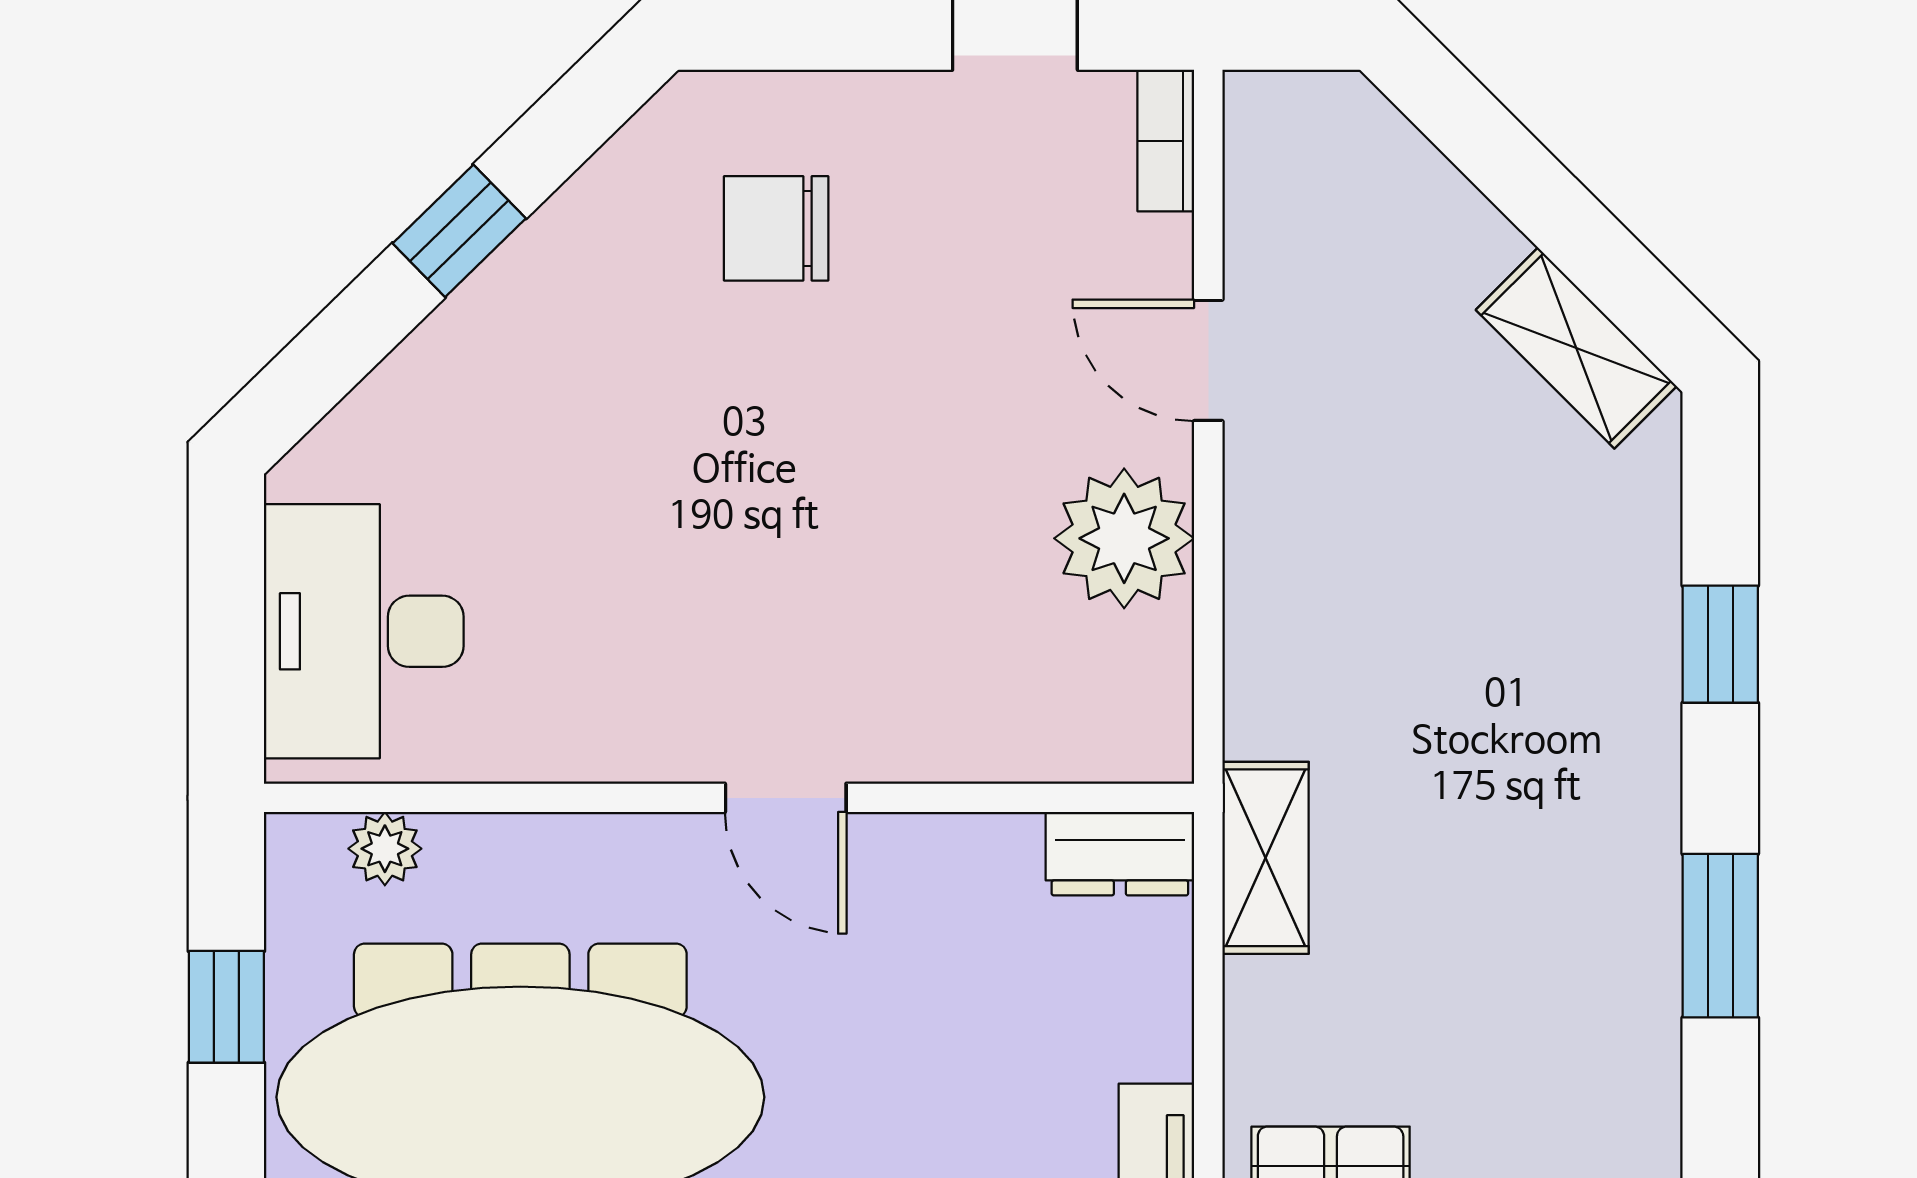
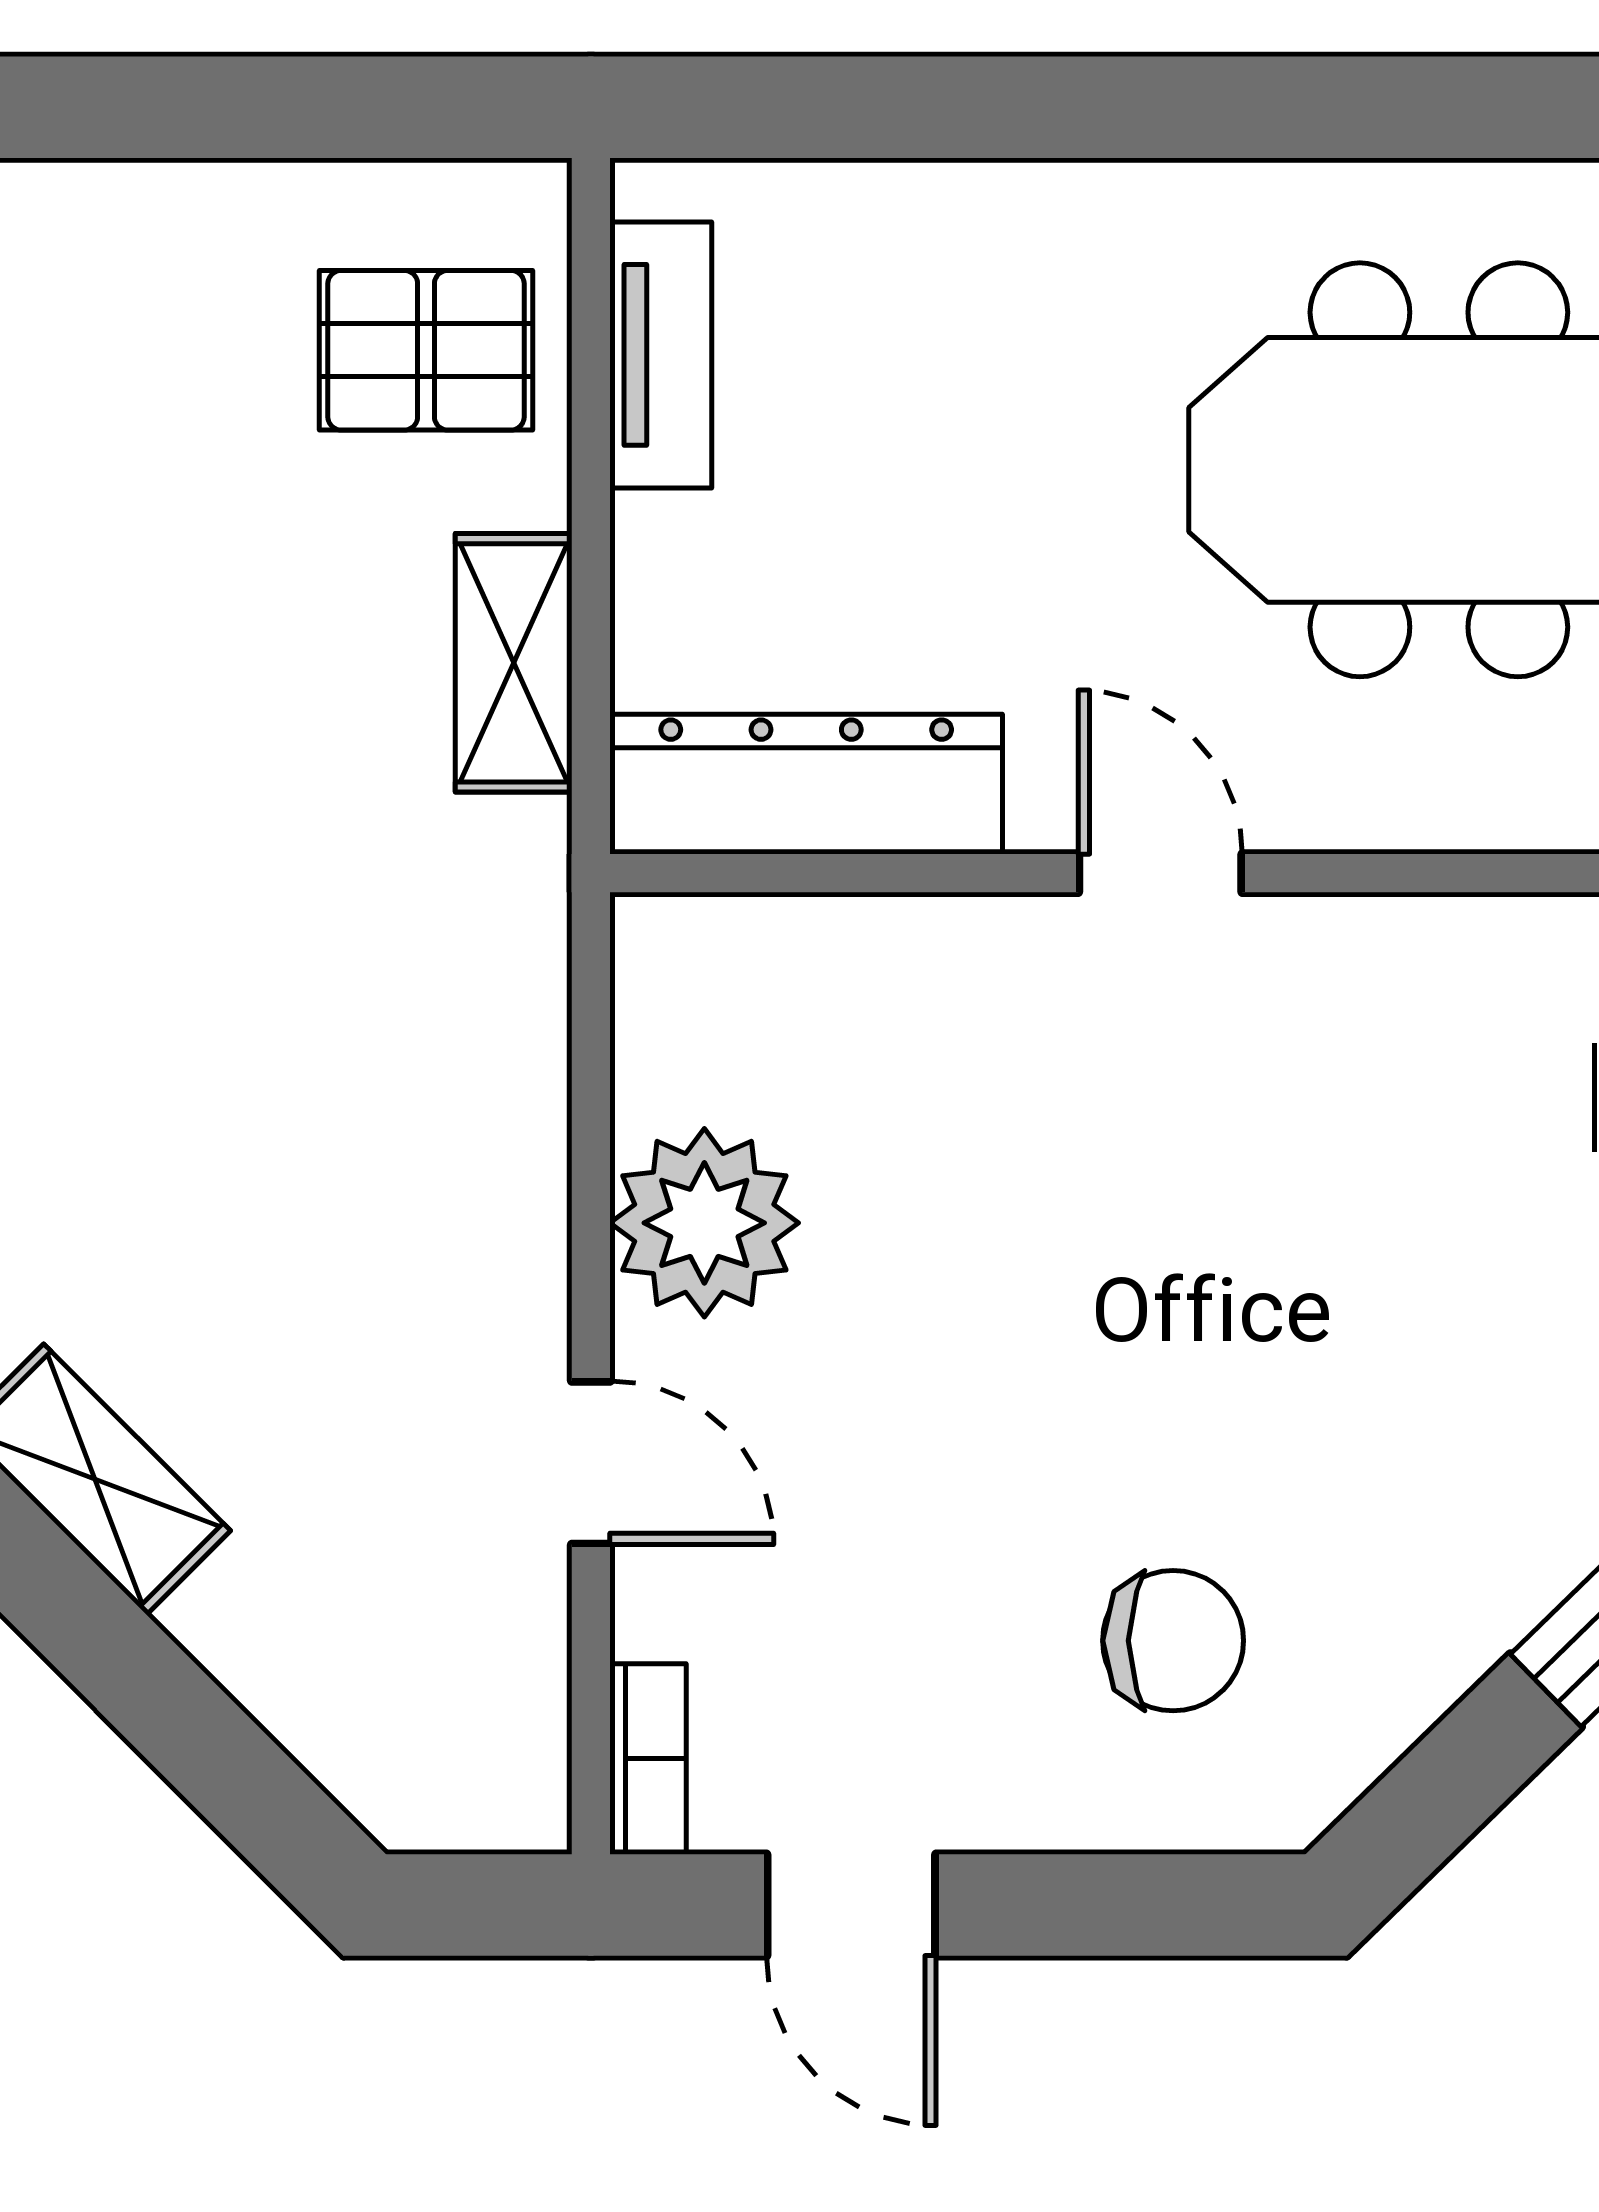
dresser: (1120, 854) -> (806, 784), width x1.96, depth x1.24
shelving: (1265, 858) -> (514, 663), moved

